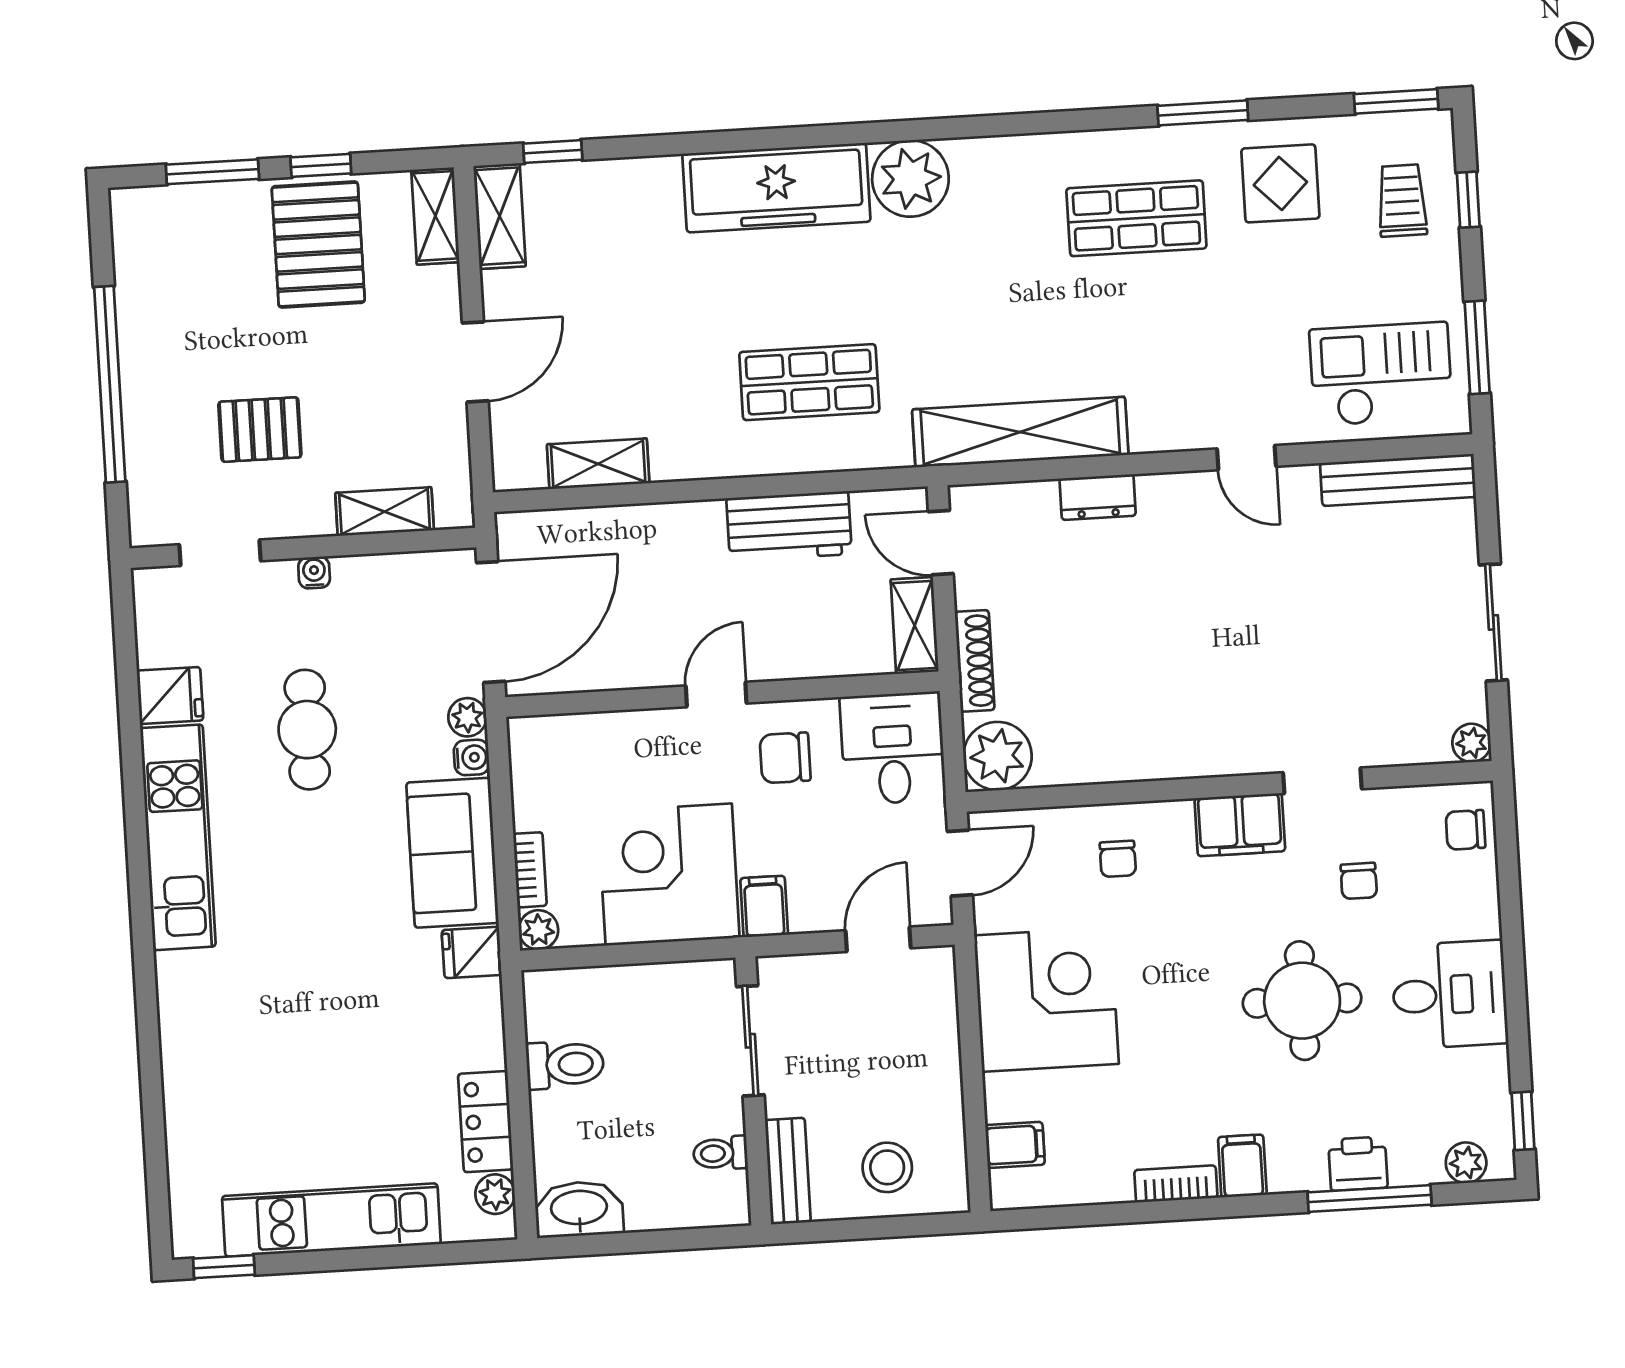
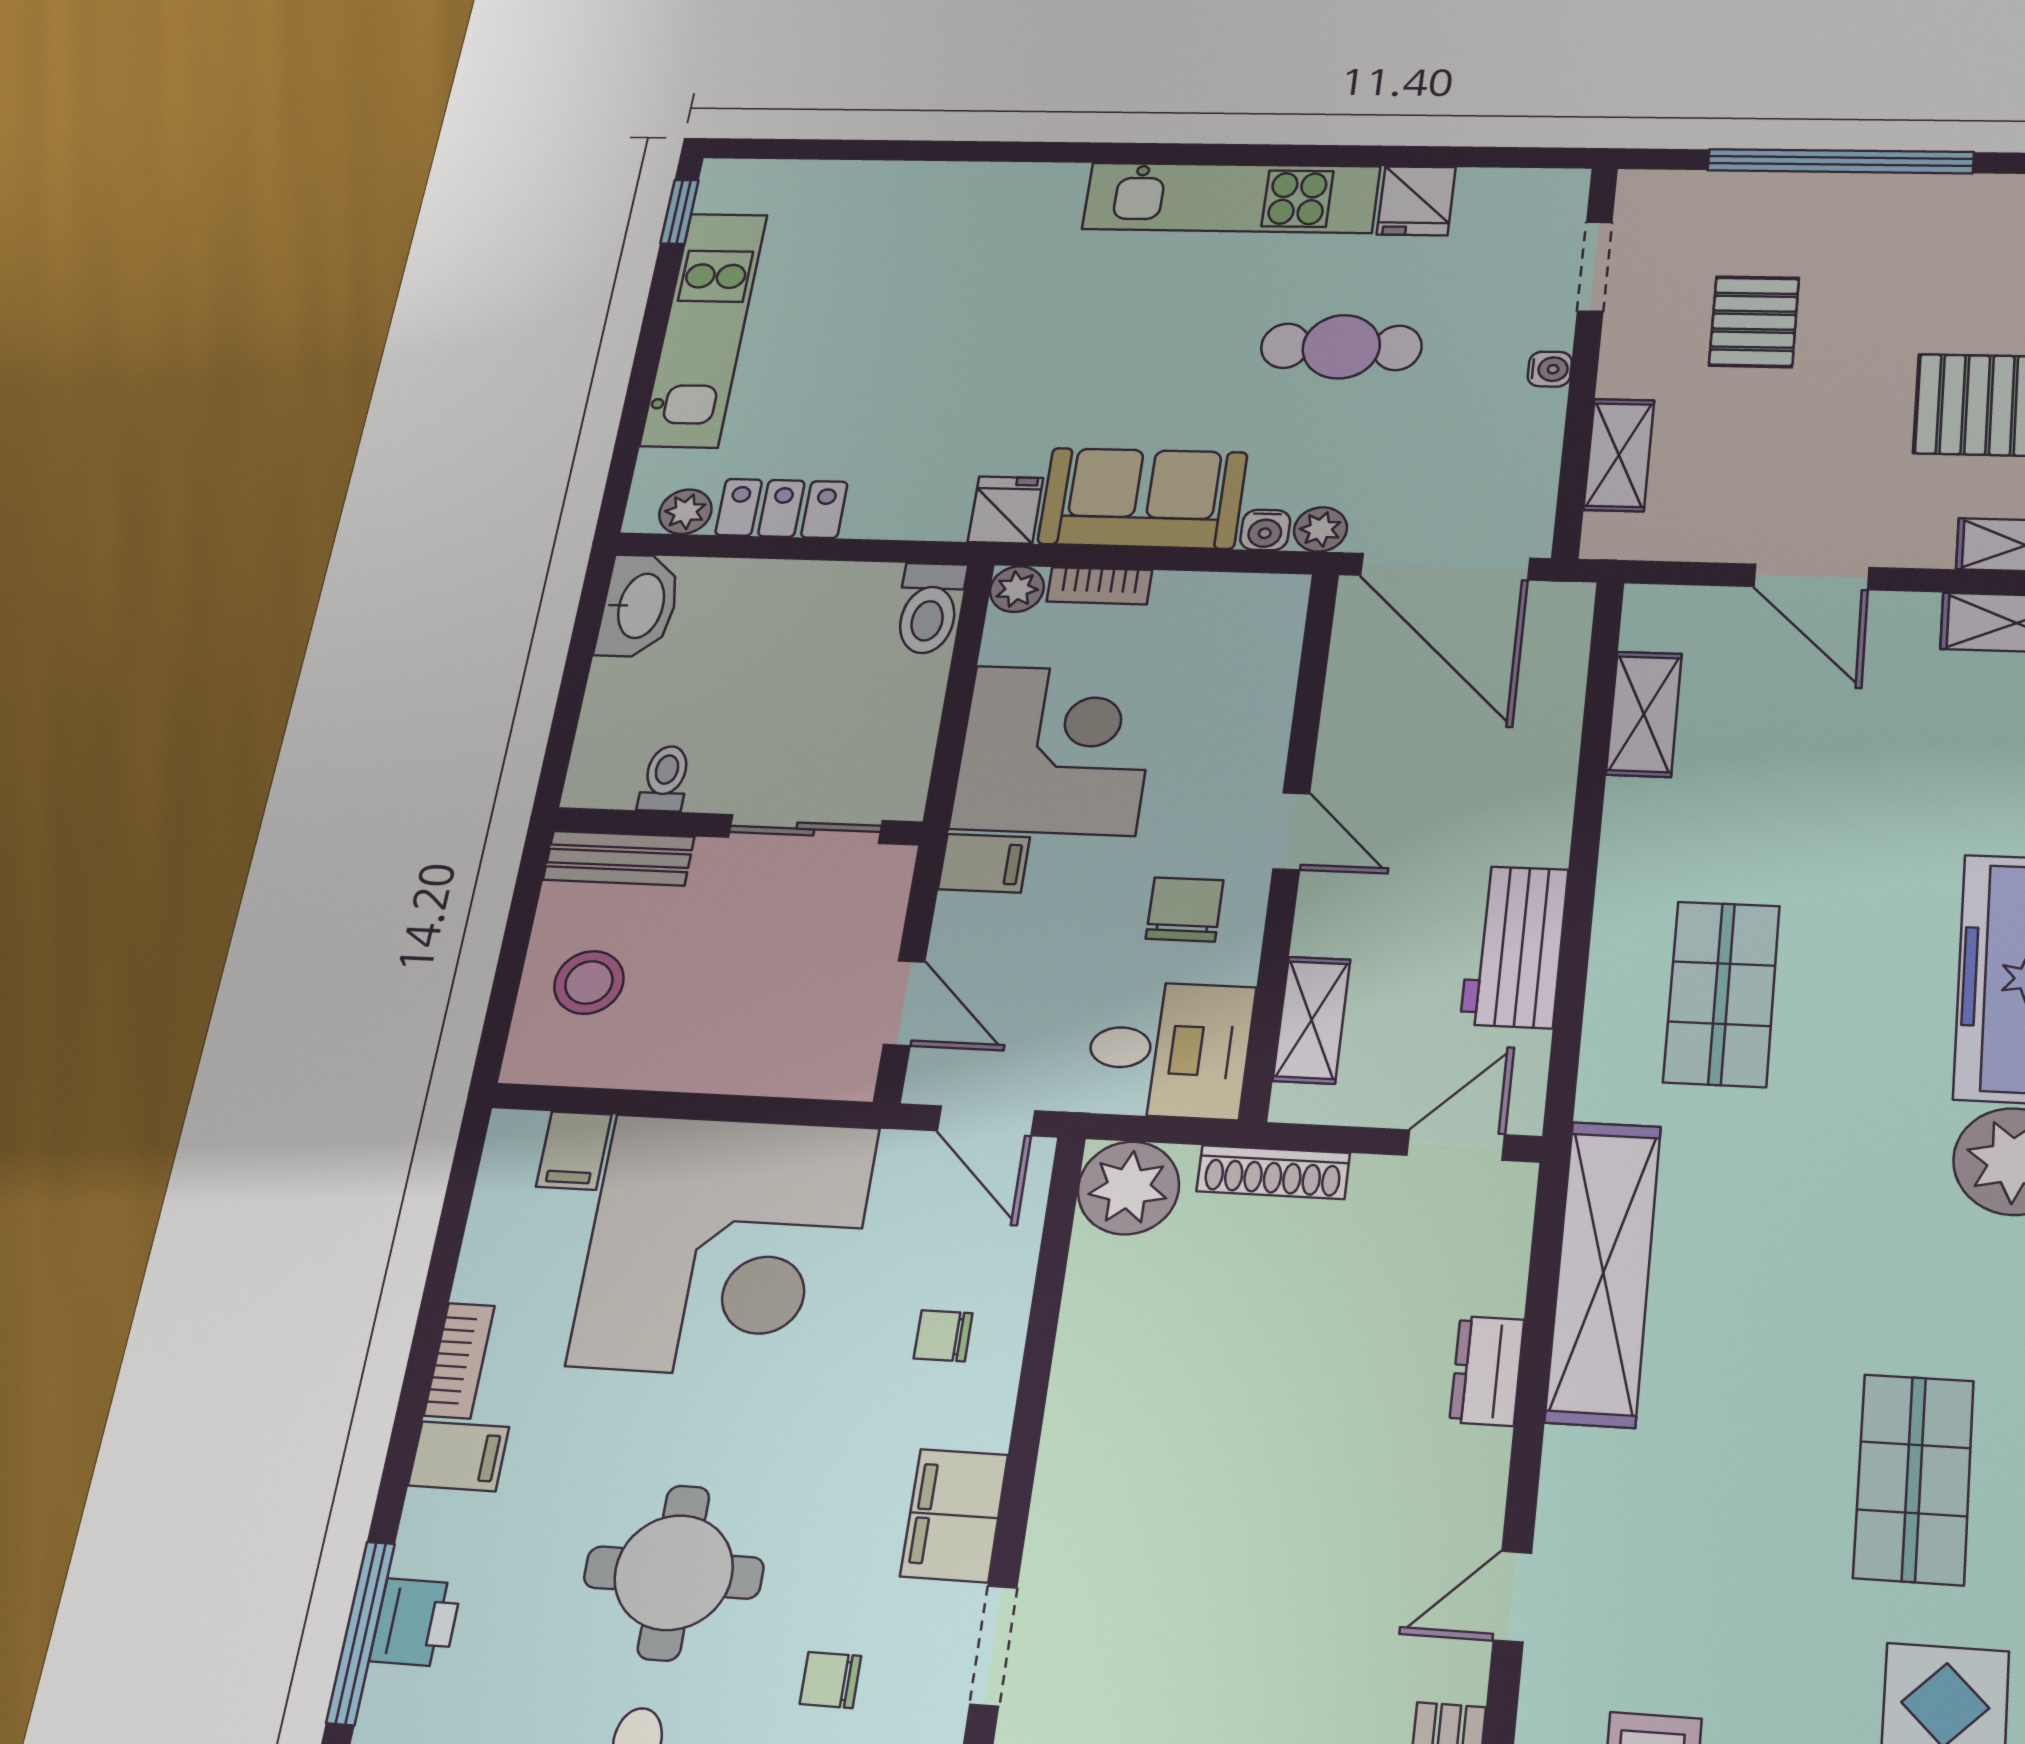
shelving: (915, 626) -> (1312, 1020), moved, turned 90
corner desk: (1046, 1000) -> (724, 1246), width x1.36, depth x1.36
toilet: (565, 1065) -> (929, 608), moved

